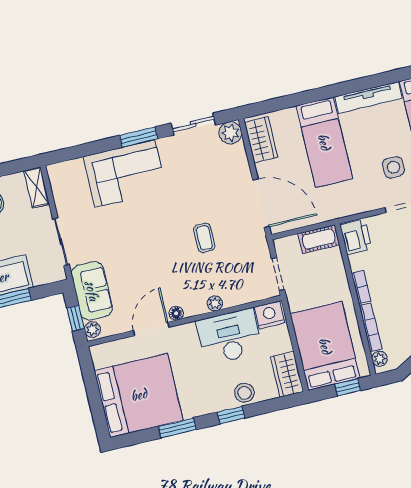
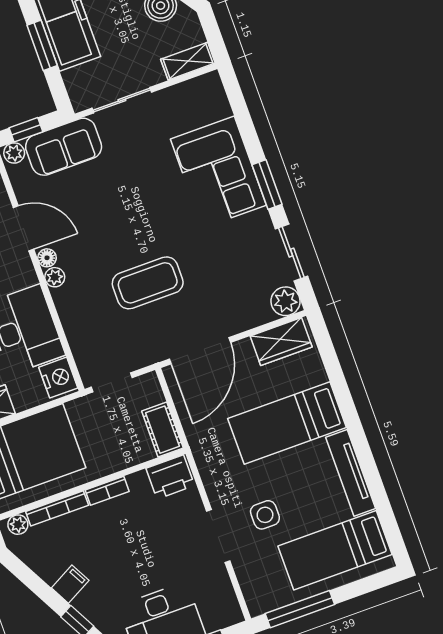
coffee table: (204, 238) -> (148, 283), width x1.86, depth x1.72
plant: (215, 303) -> (55, 277), moved

